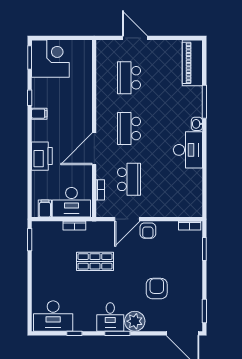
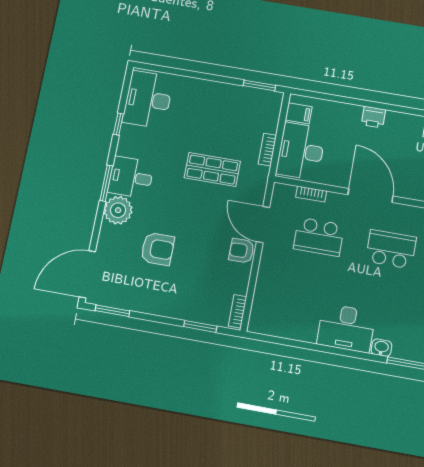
printer: (42, 156) -> (373, 117), width x0.53, depth x0.68
shop shelf: (95, 261) -> (212, 170), turned 90

